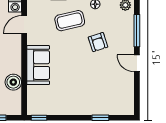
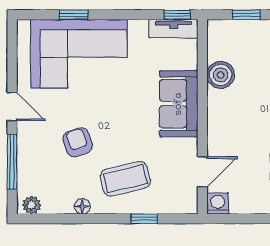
corner sofa: (97, 95) -> (79, 54), added
tv unit: (41, 109) -> (173, 29), added

